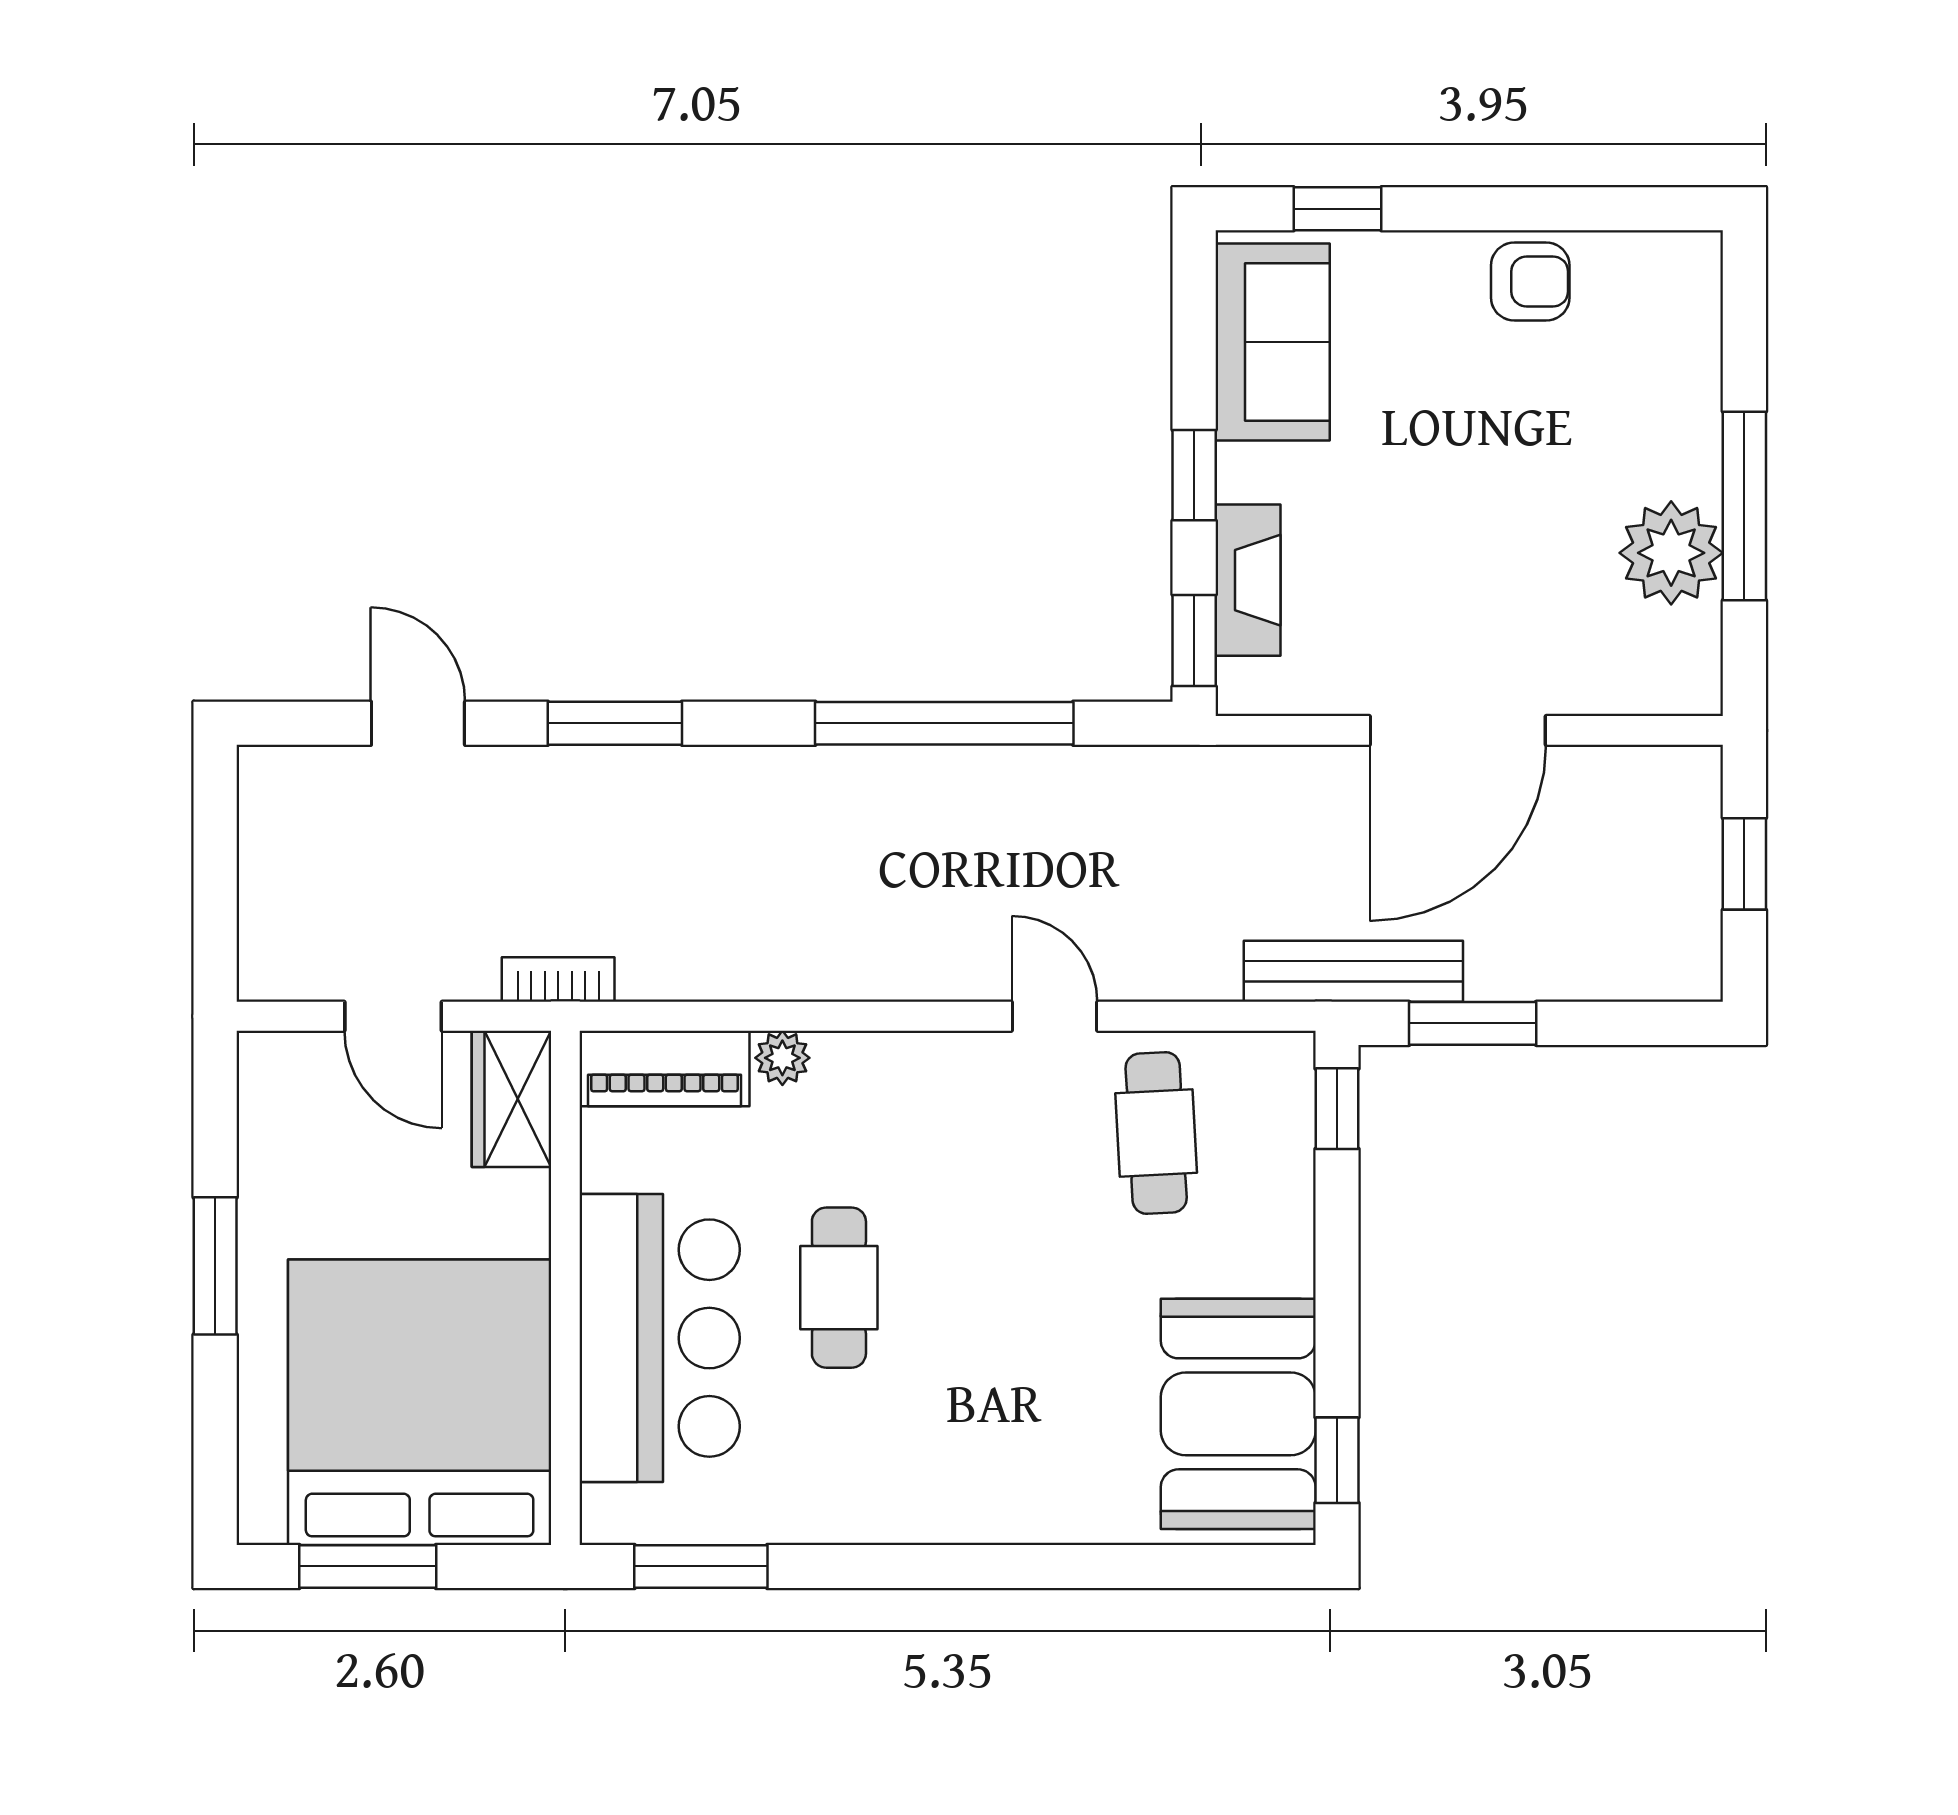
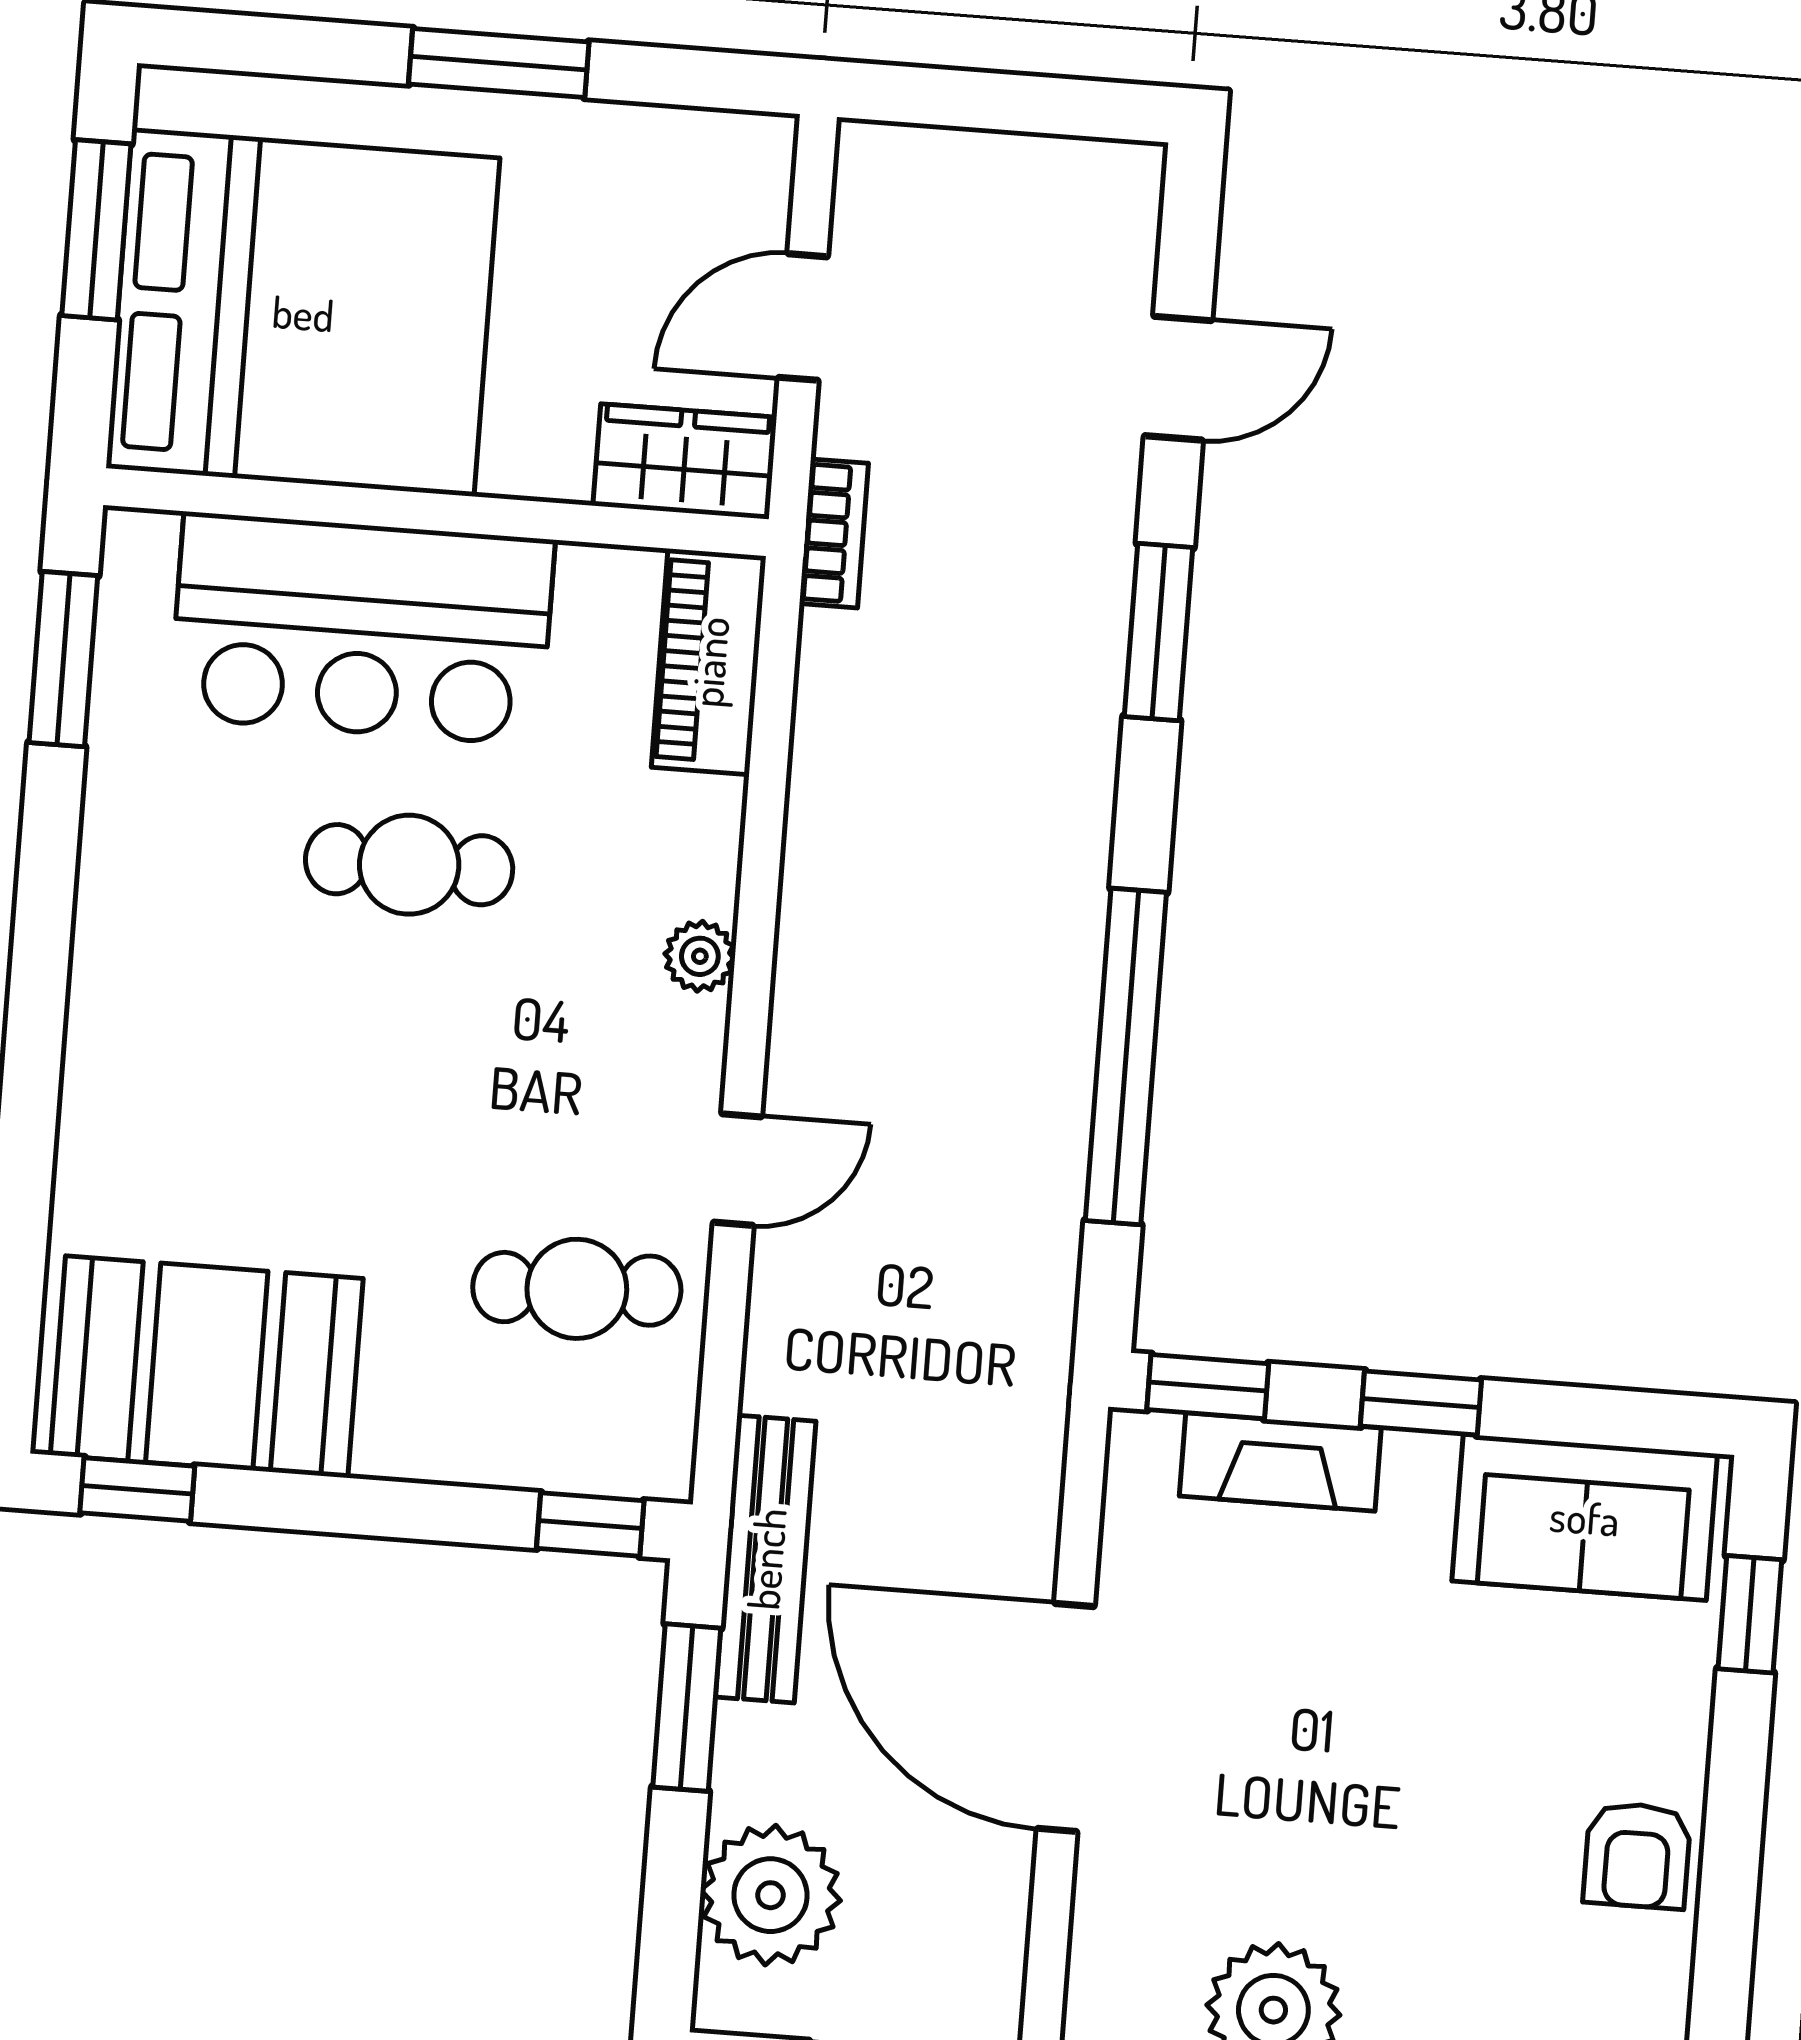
plant: (1612, 948) -> (770, 1895), added
plant: (782, 1058) -> (700, 956), moved

